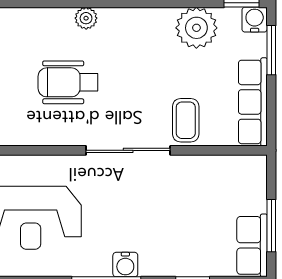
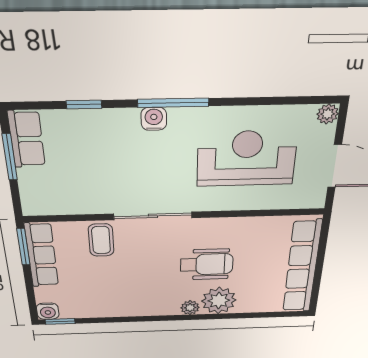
plant: (196, 28) -> (219, 301), moved
window: (271, 50) -> (23, 247), moved

